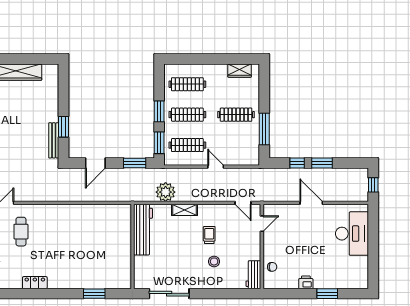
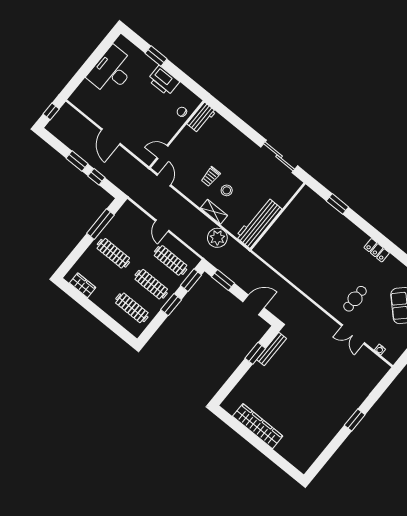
desk: (352, 234) -> (112, 71), moved
stool: (214, 261) -> (227, 190), moved
printer: (306, 282) -> (163, 81), width x1.87, depth x1.48

